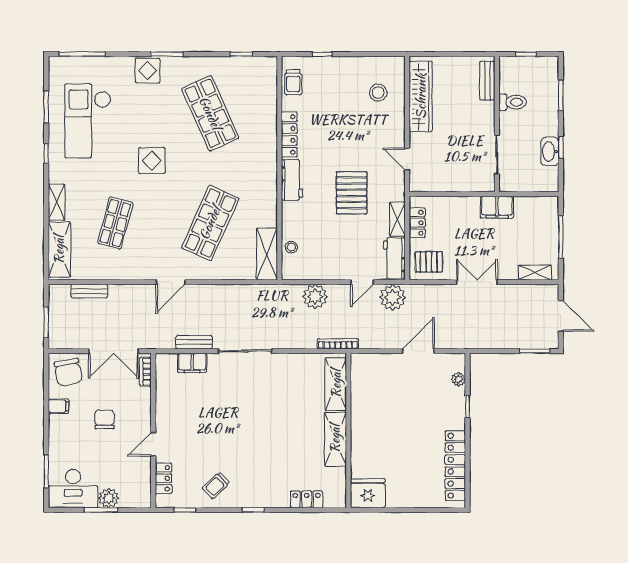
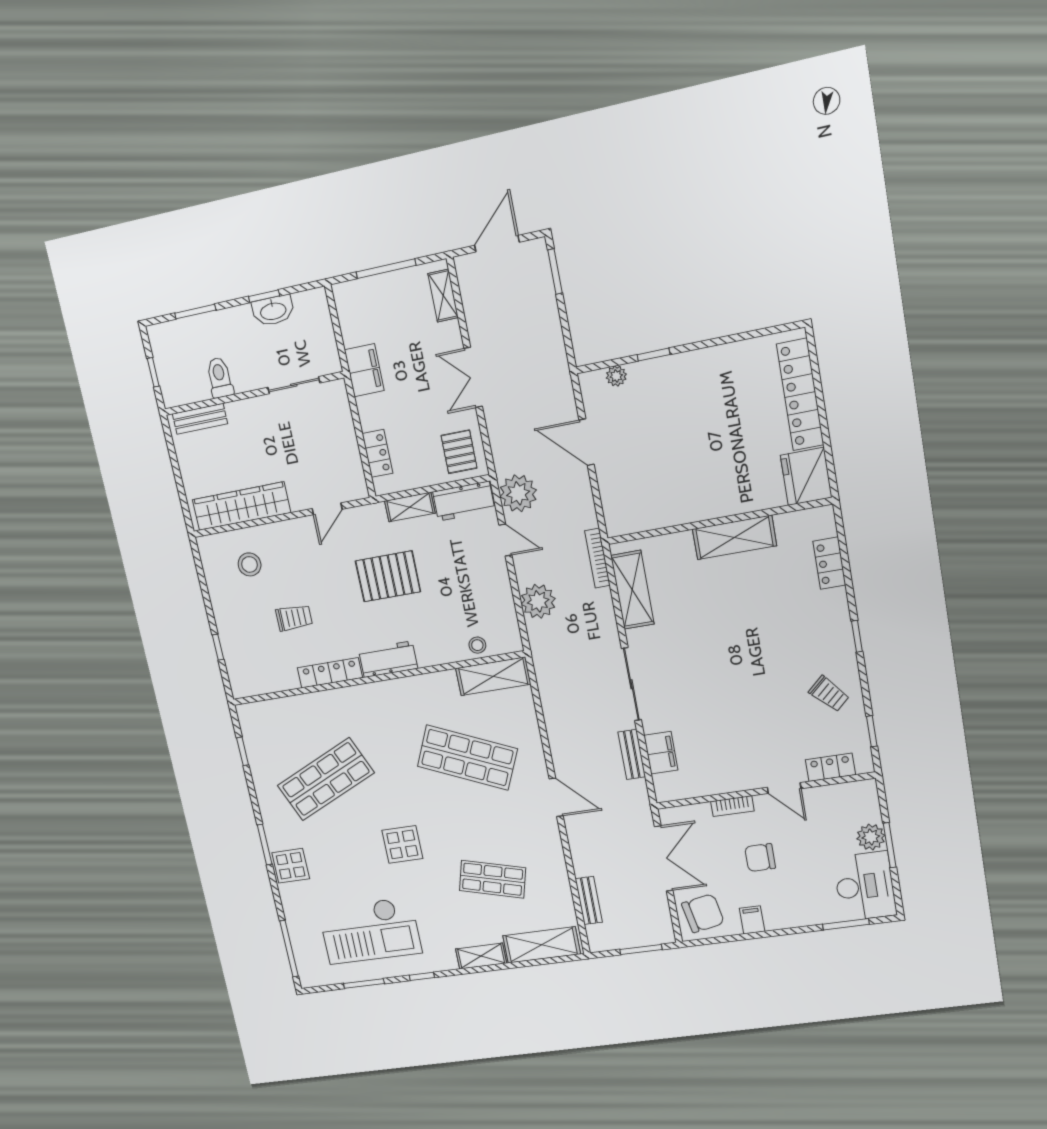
trolley: (293, 82) -> (294, 618), moved
locker: (417, 223) -> (377, 453), moved, turned 90
bookcase: (145, 372) -> (732, 806), moved
shelving: (336, 384) -> (632, 590), moved, turned 90
locker: (455, 466) -> (800, 395), moved, turned 90

